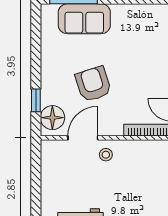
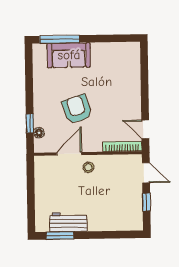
floor lamp: (52, 118) -> (39, 133), width x0.53, depth x0.53

